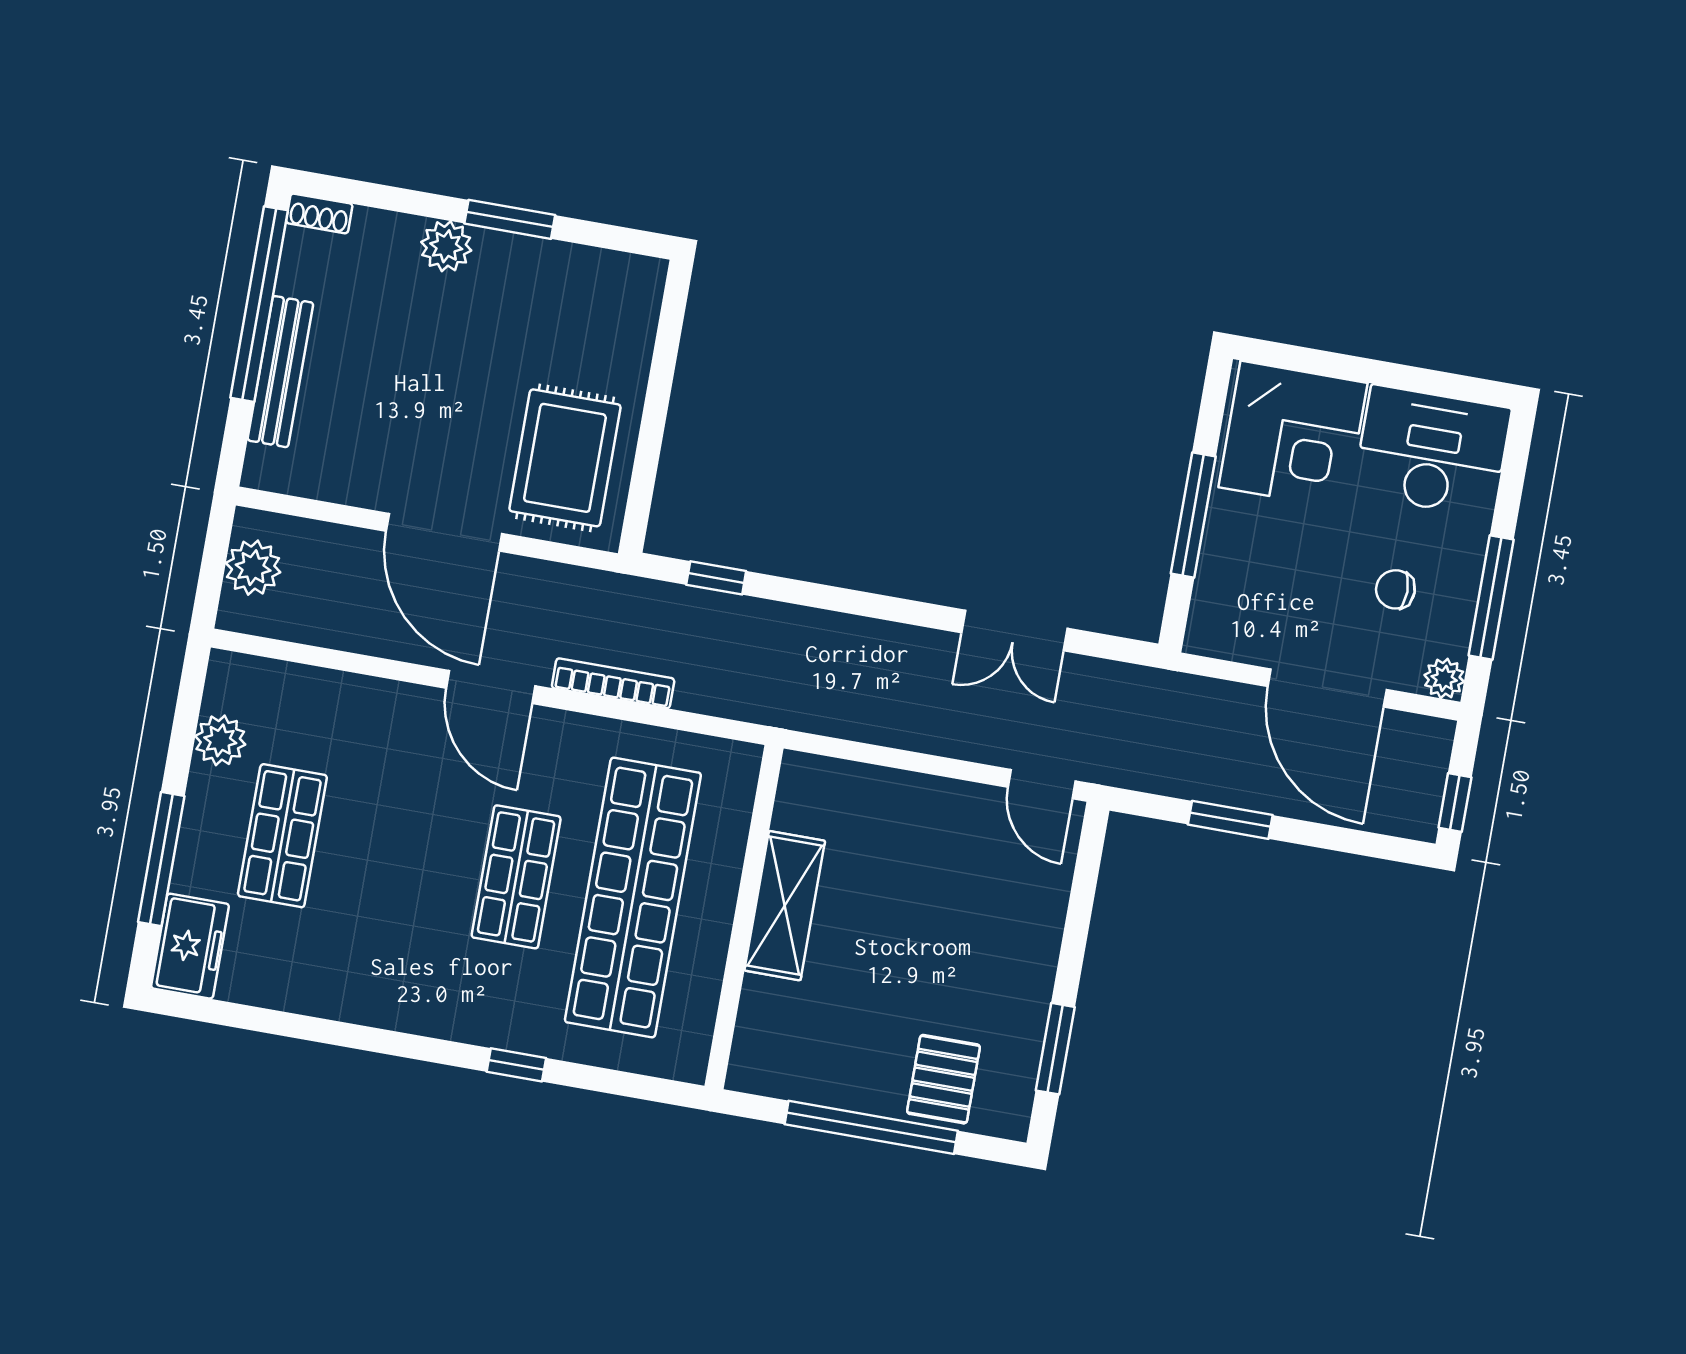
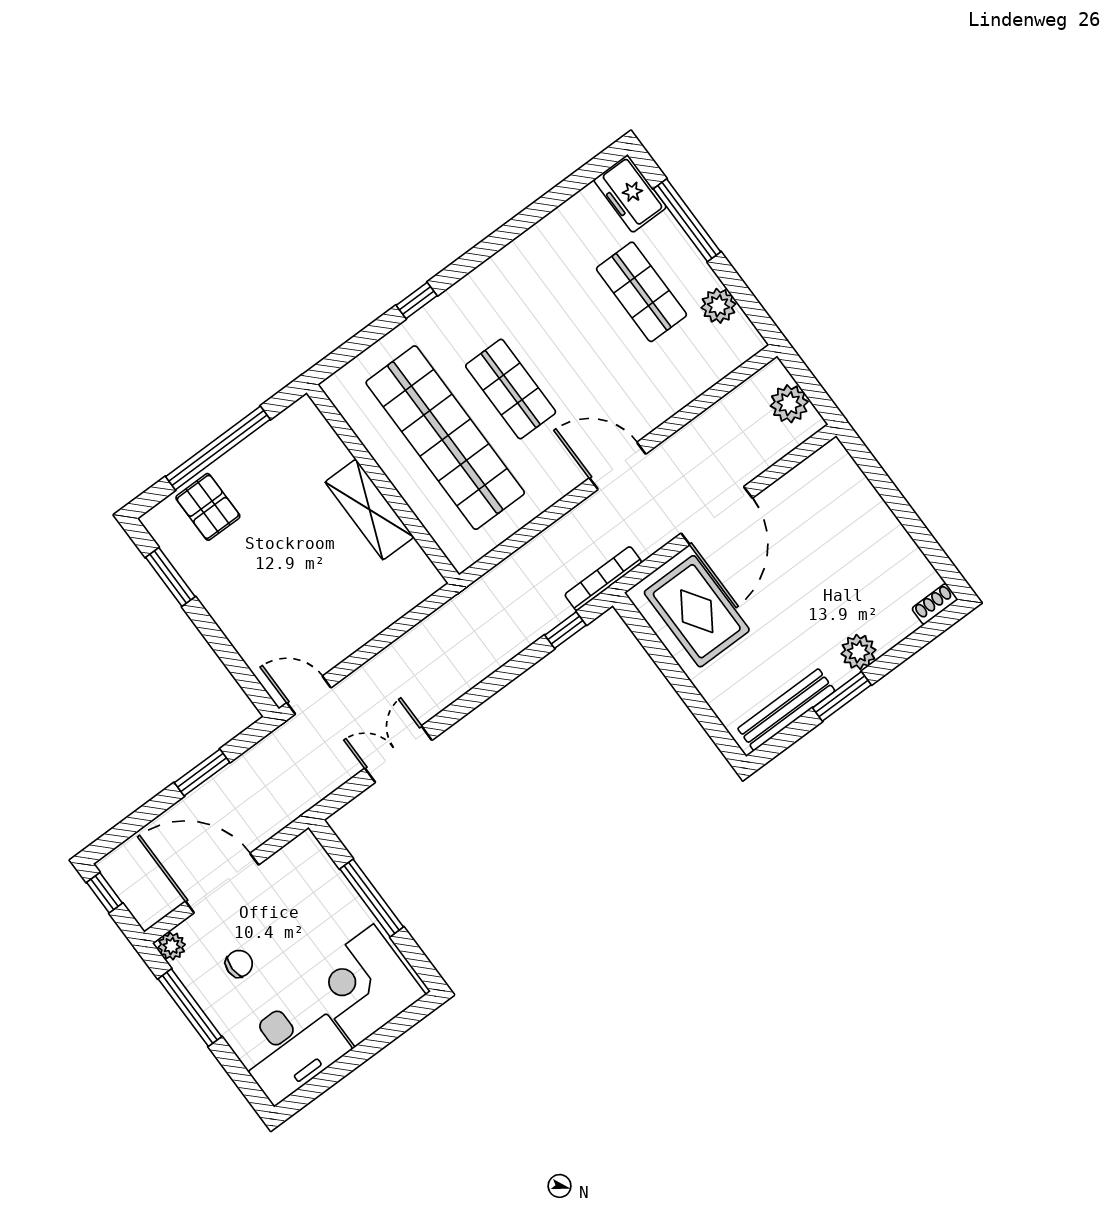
window: (259, 304) -> (918, 531), removed
bench: (280, 372) -> (786, 710), moved, turned 90
door: (444, 532) -> (717, 516), swing flipped
bookcase: (613, 683) -> (603, 579), moved, turned 180

